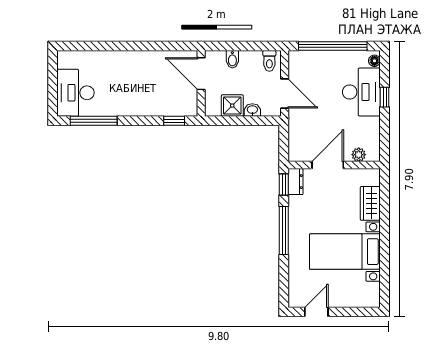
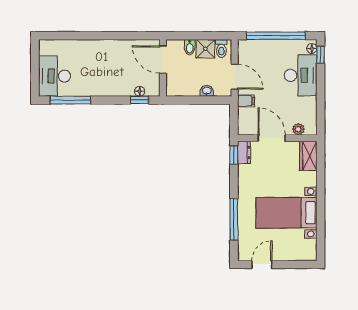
window: (385, 97) -> (321, 55), moved
shower: (232, 106) -> (205, 49), moved
floor lamp: (174, 110) -> (140, 91), added
filing cabinet: (298, 122) -> (246, 101), added
door: (328, 165) -> (272, 138), hinge flipped
wardrobe: (370, 203) -> (308, 156), moved
window: (284, 230) -> (234, 219), moved

